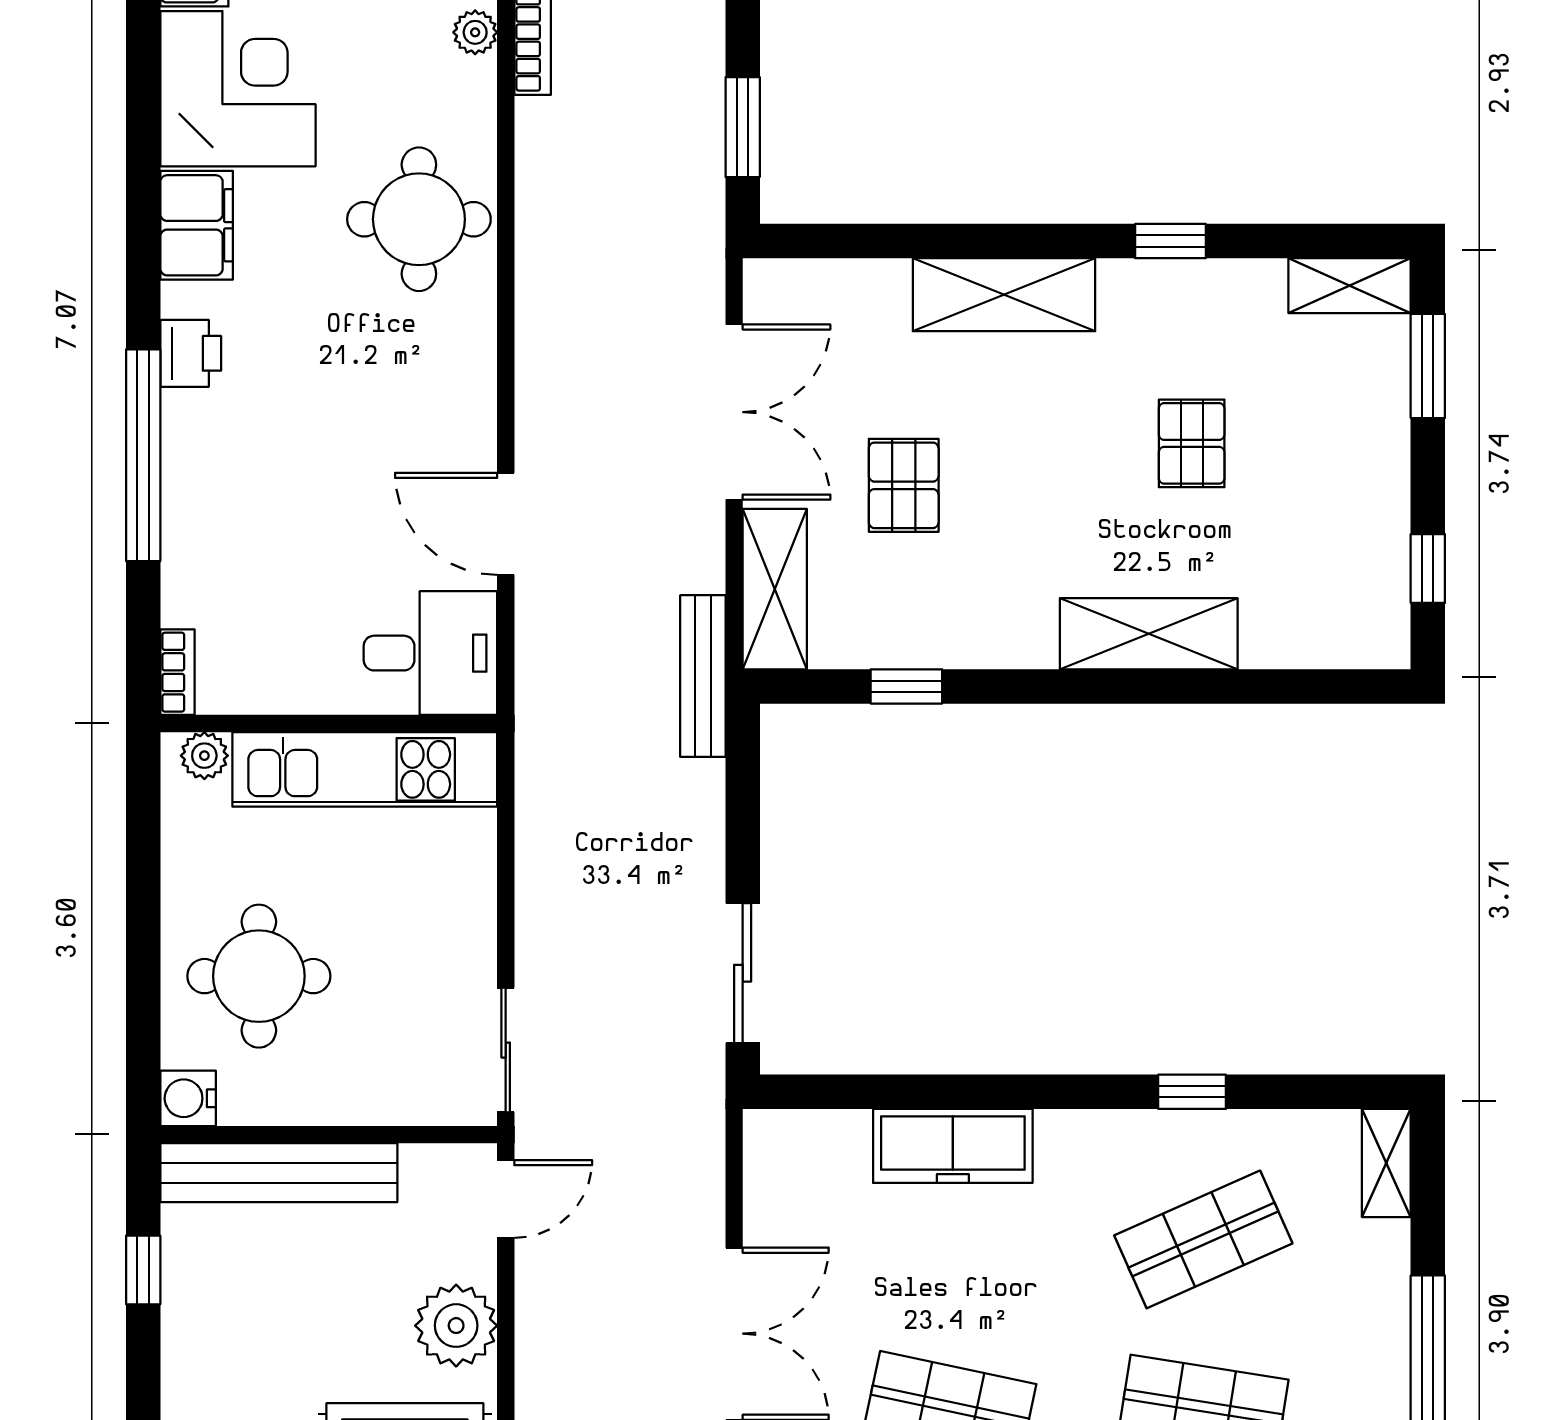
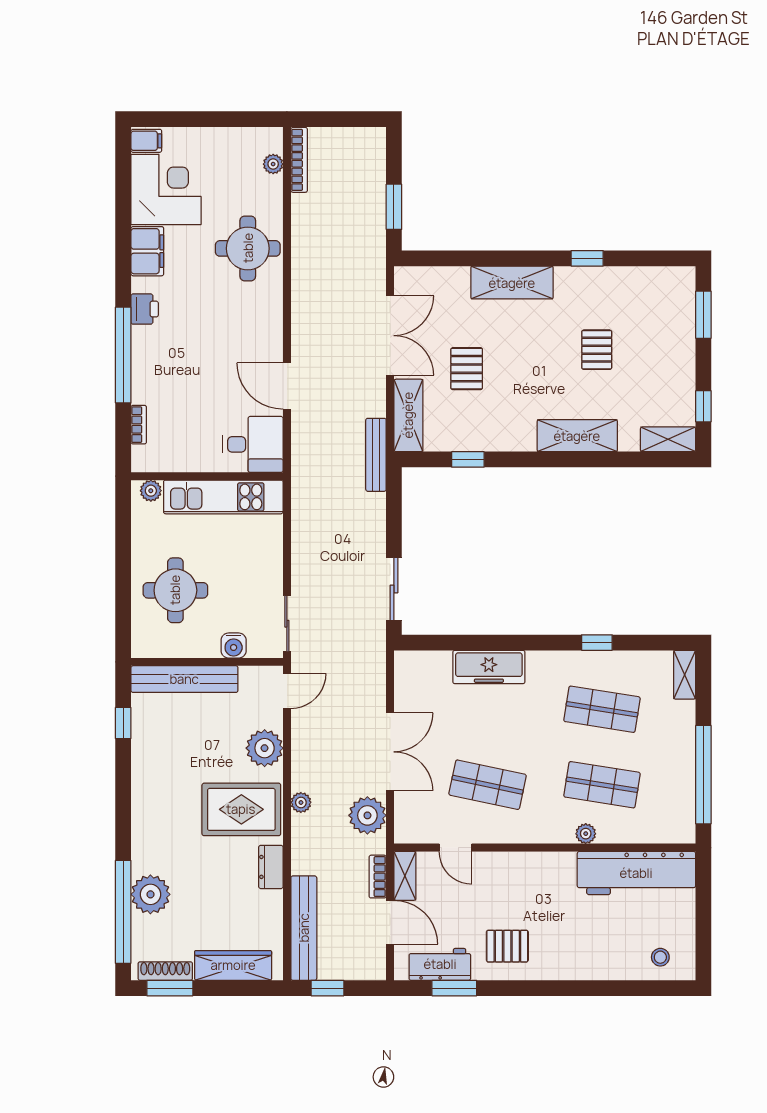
shelving: (1350, 286) -> (668, 439), moved
bookcase: (177, 672) -> (139, 425), moved
water cooler: (188, 1098) -> (234, 645), moved, turned -90
shop shelf: (1203, 1239) -> (602, 709), turned 33

